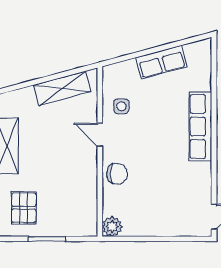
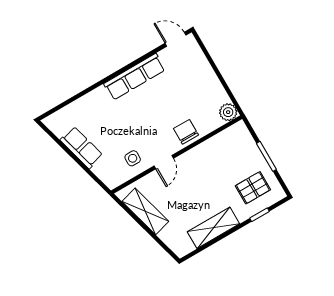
row of seats: (200, 126) -> (135, 77), moved

